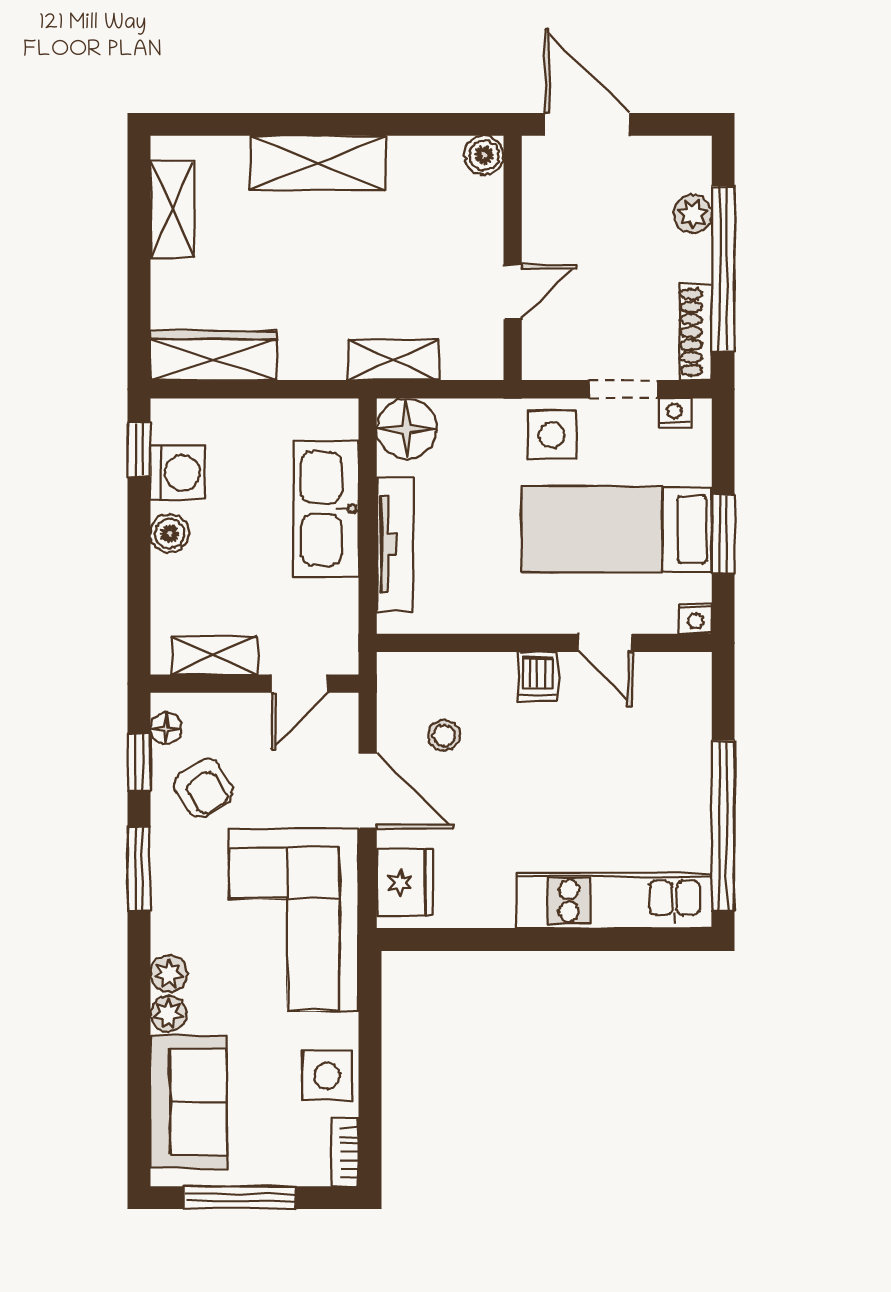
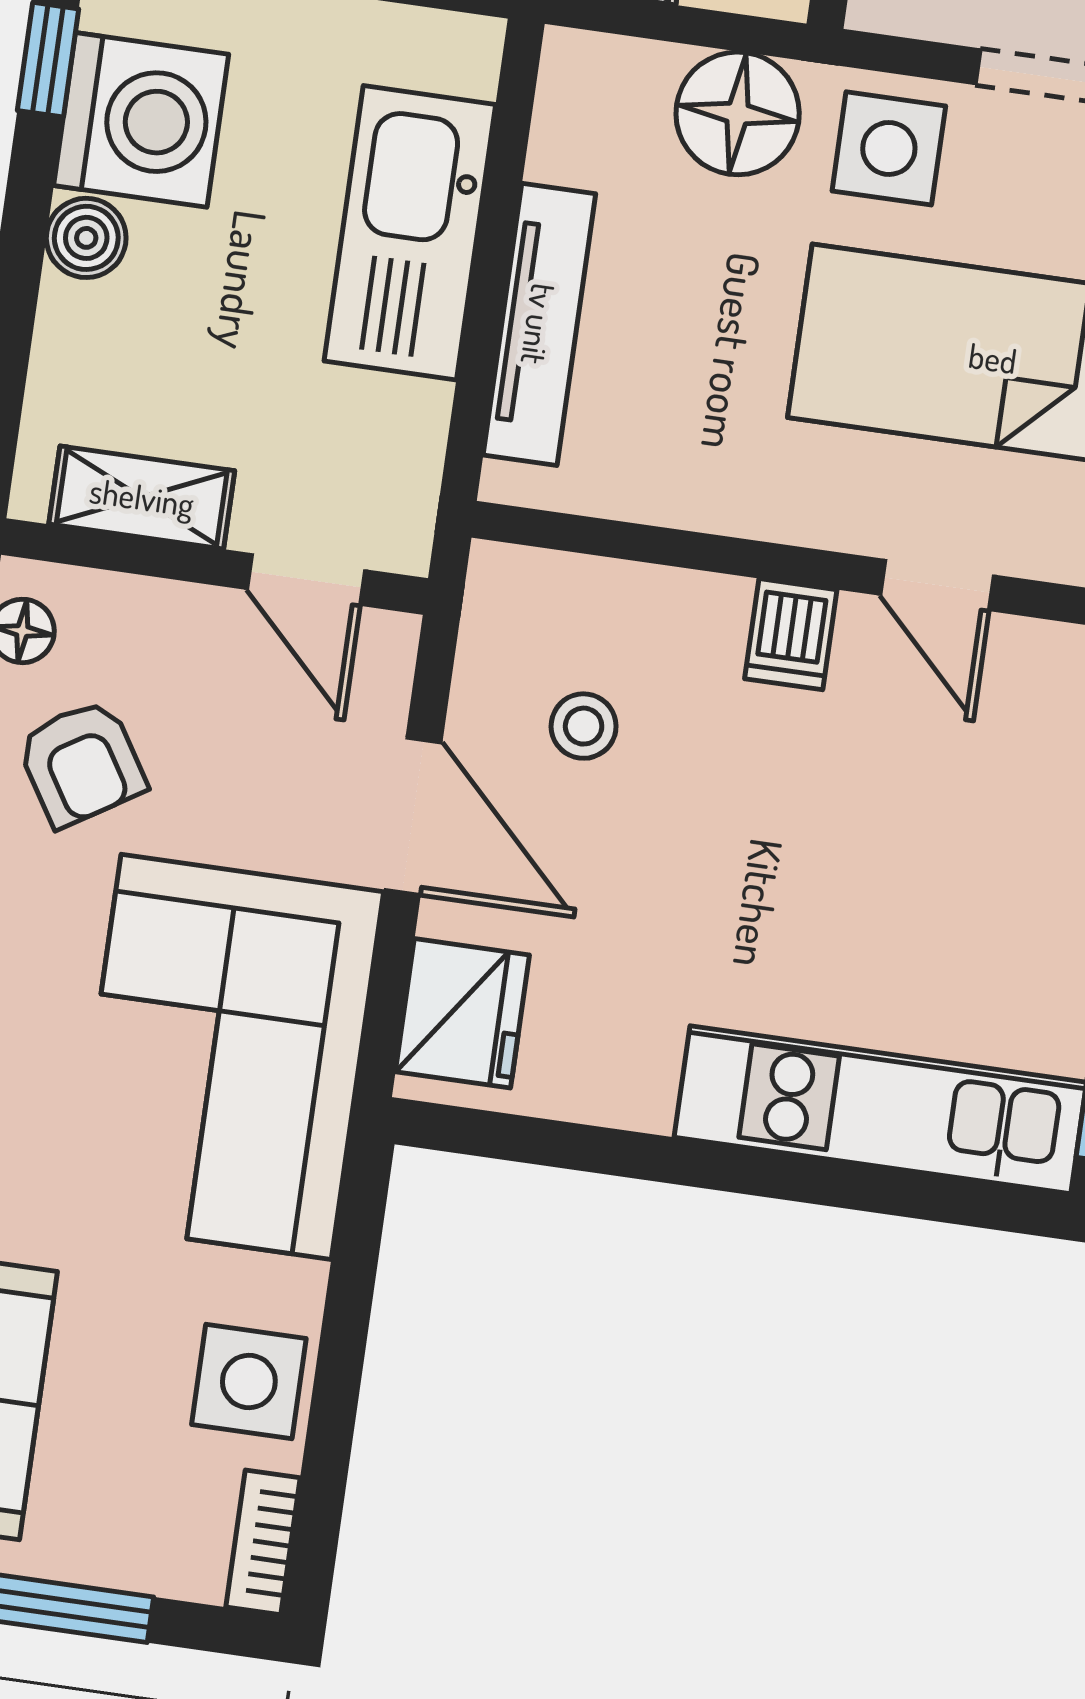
floor lamp: (407, 428) -> (738, 113), moved
washing machine: (178, 473) -> (141, 120), width x1.37, depth x1.37
door: (300, 684) -> (306, 580), hinge flipped

